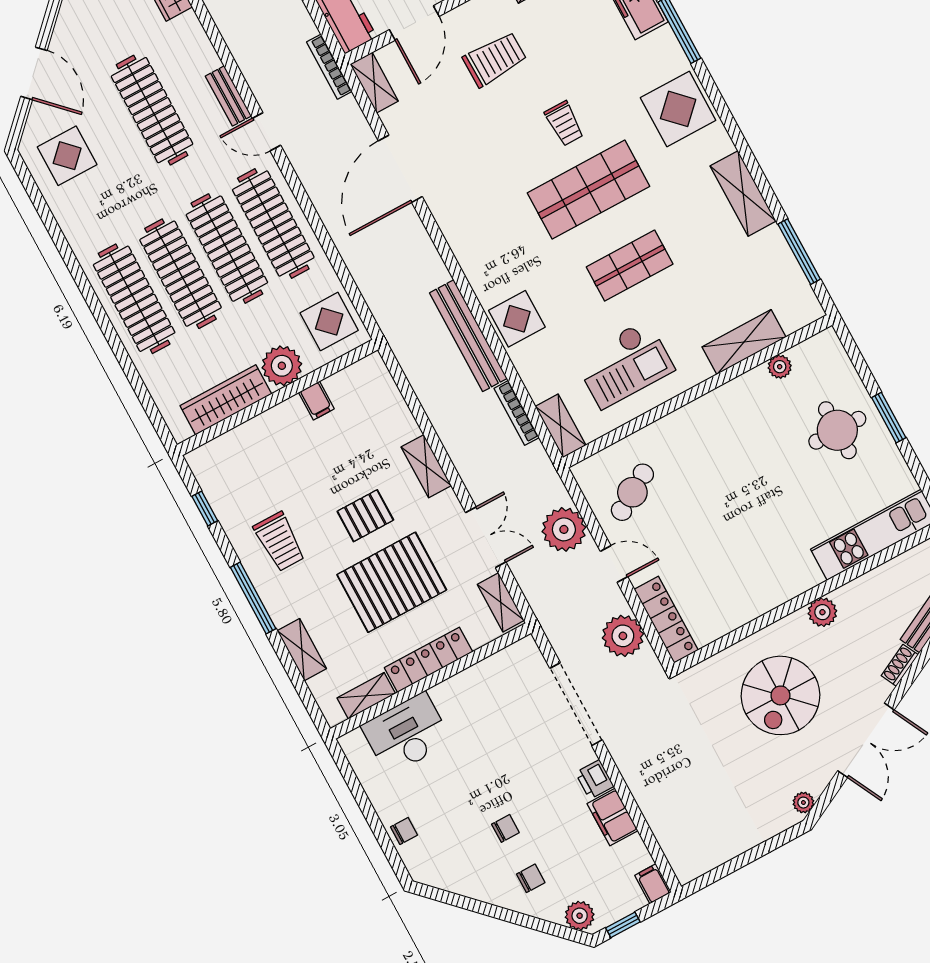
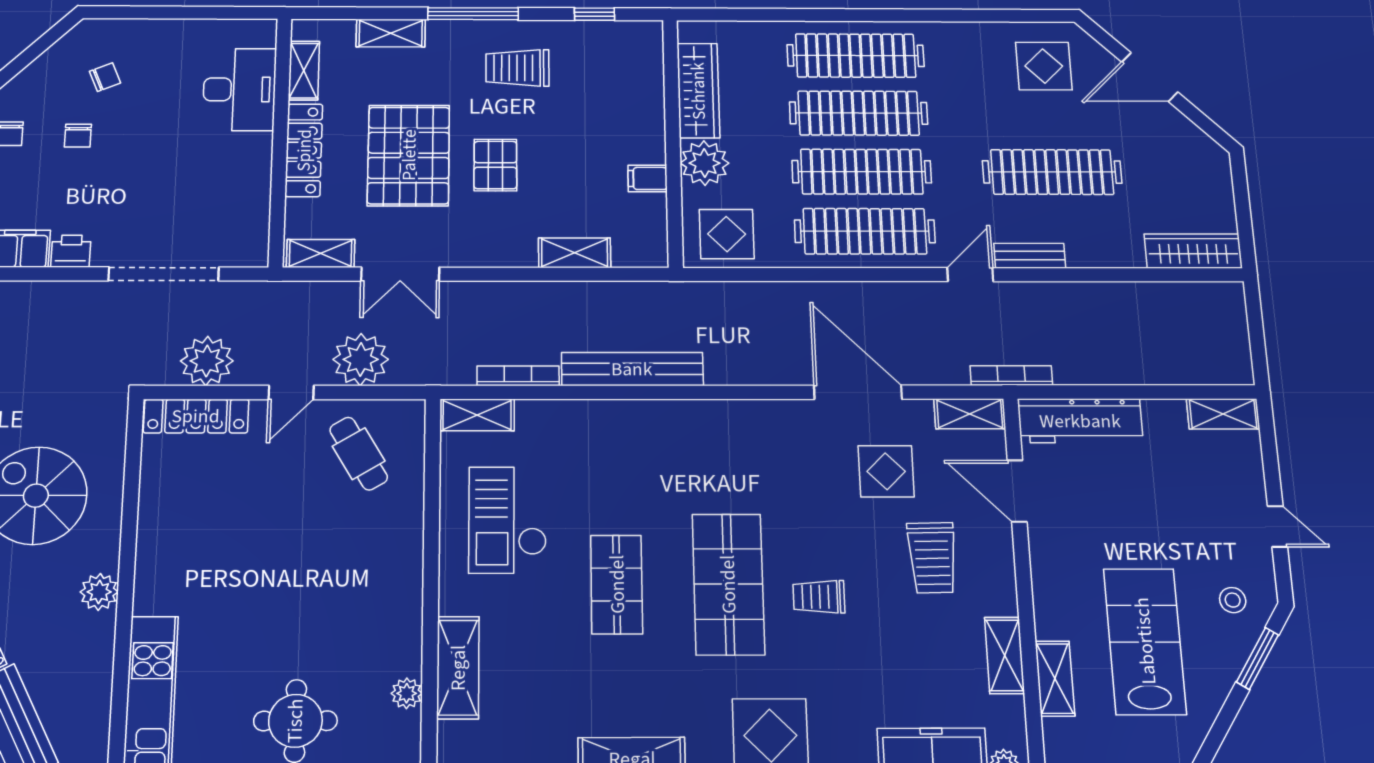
display table: (517, 319) -> (886, 471), moved
shelving: (426, 466) -> (575, 253), moved
chair: (404, 831) -> (105, 77), moved, turned -113

